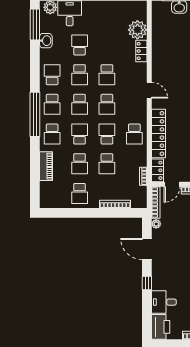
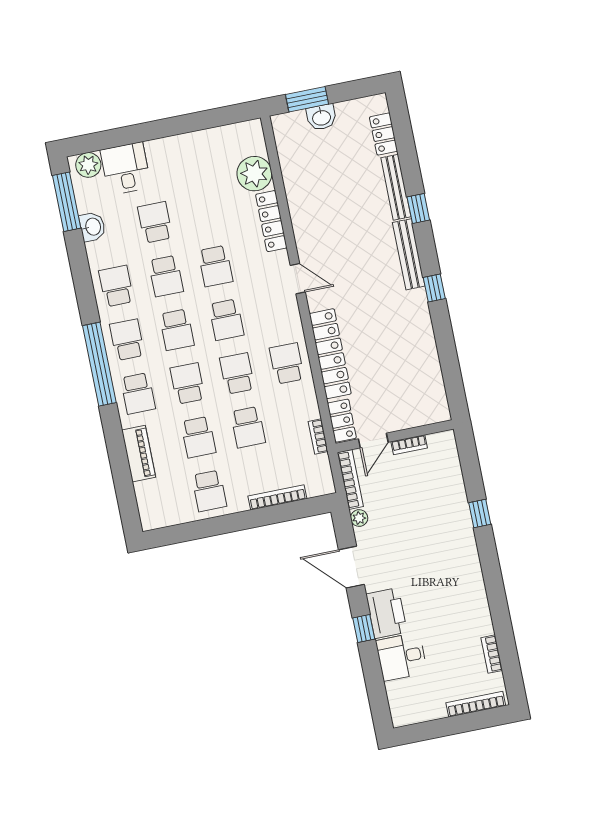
locker: (141, 51) -> (271, 221), width x1.53
school desk: (52, 104) -> (127, 340), turned 180
school desk: (134, 134) -> (287, 363), turned 180
printer: (161, 327) -> (386, 613), moved

